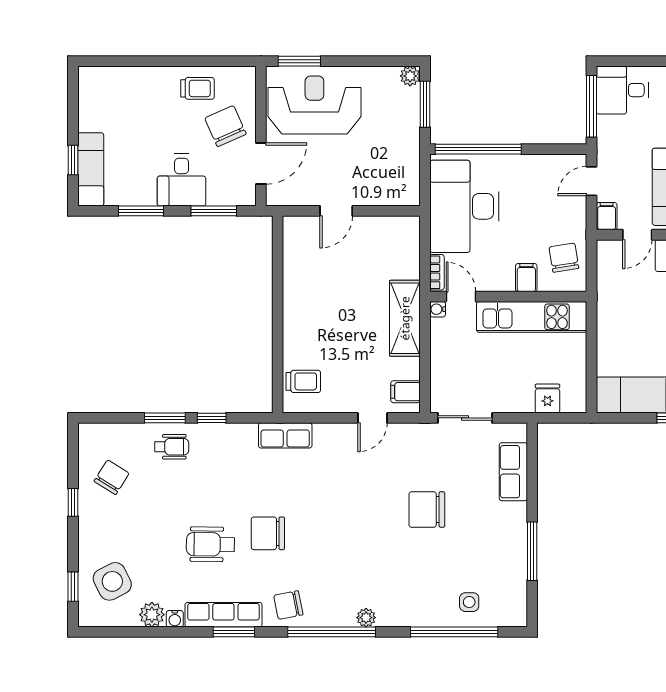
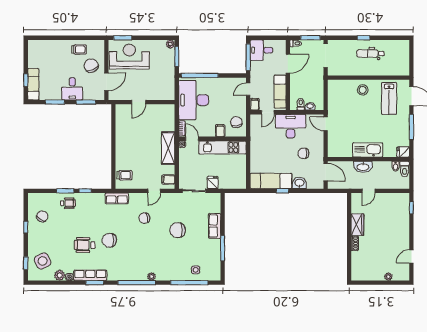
fridge: (547, 399) -> (213, 183), moved
row of seats: (513, 472) -> (215, 226), moved
chair: (288, 605) -> (144, 218), moved

